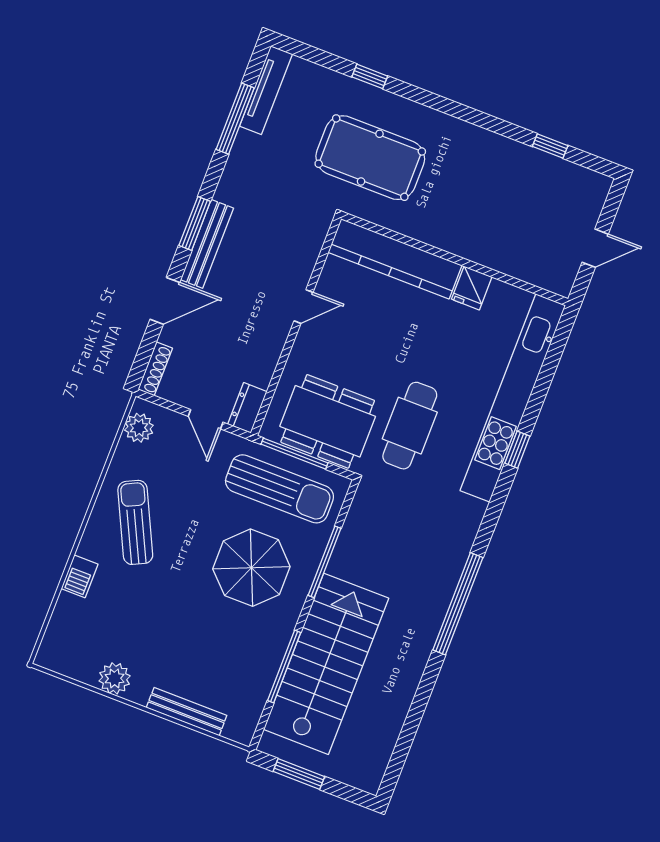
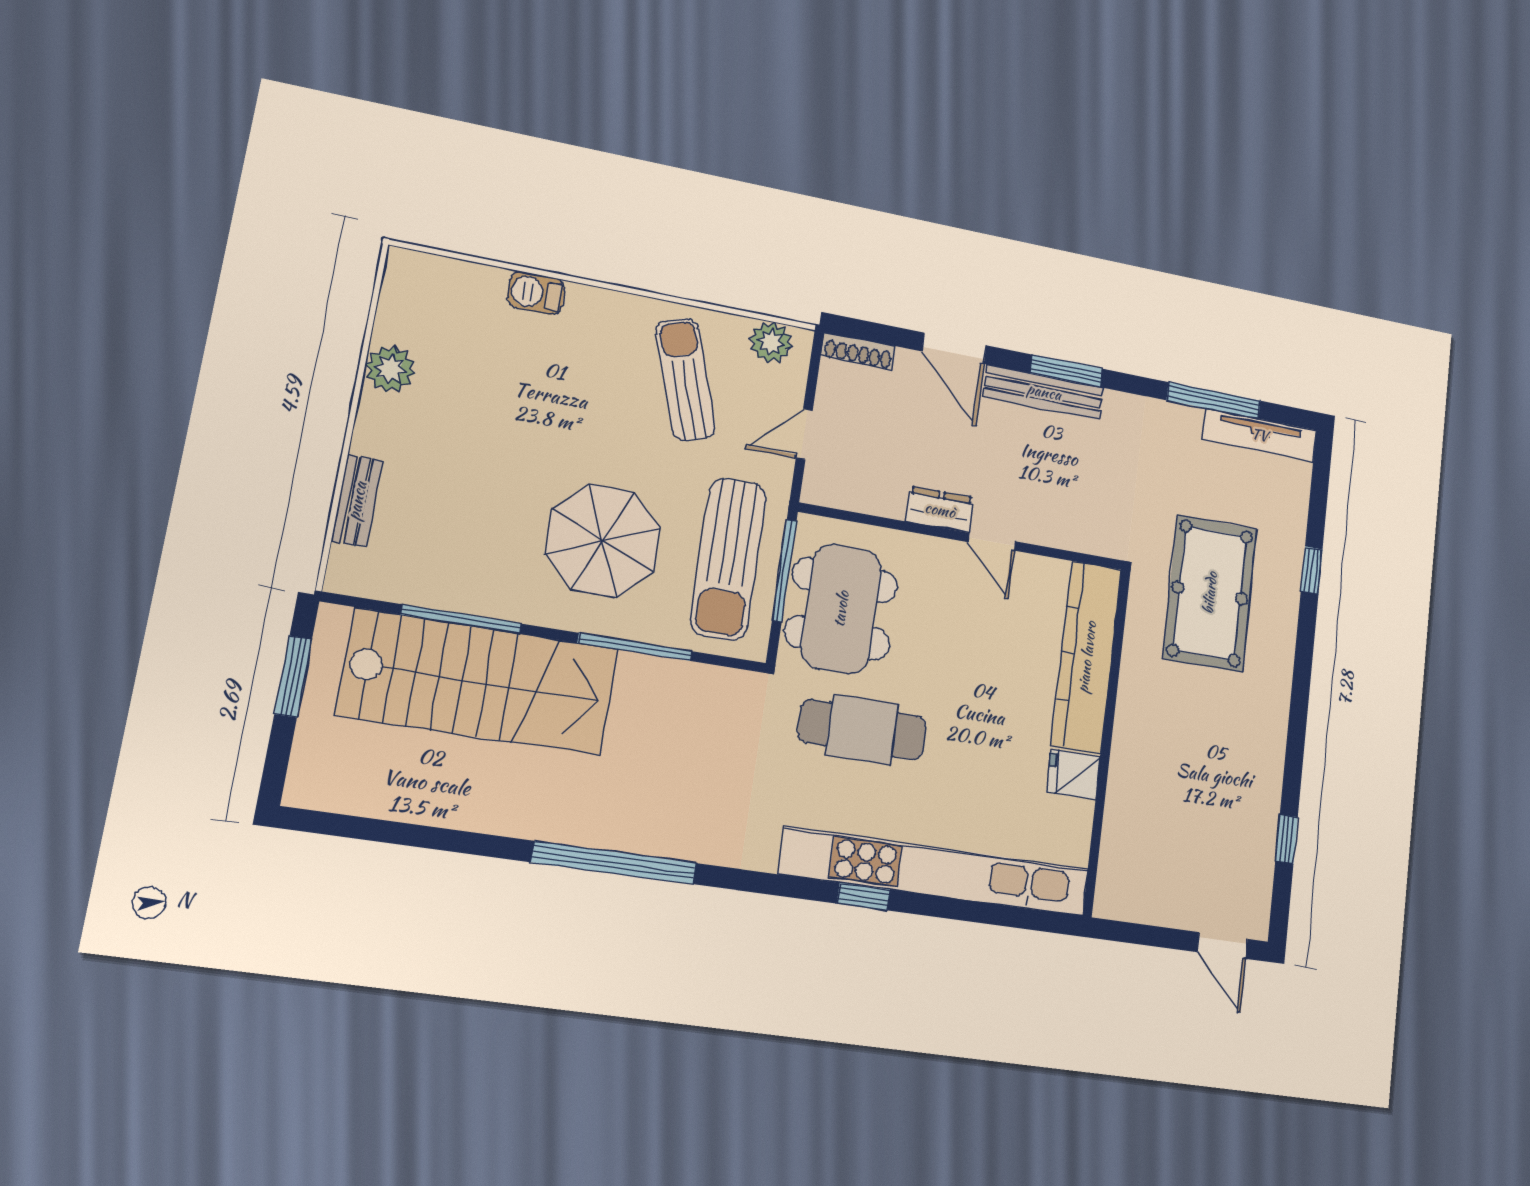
door: (595, 248) -> (1222, 946), moved
dresser: (247, 408) -> (940, 510), moved
sun lounger: (135, 522) -> (685, 379), moved, turned -82
bench: (187, 712) -> (357, 501), width x0.73

